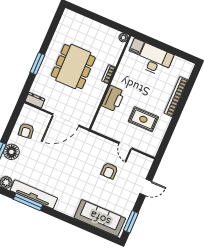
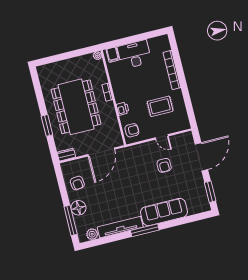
dining table: (73, 67) -> (76, 107), width x1.36, depth x1.24
printer: (113, 99) -> (123, 109), width x0.53, depth x0.68
armchair: (105, 121) -> (132, 130), added
door: (146, 187) -> (201, 157), width x1.88
window: (28, 202) -> (145, 230), moved
sofa: (100, 218) -> (164, 212), moved

